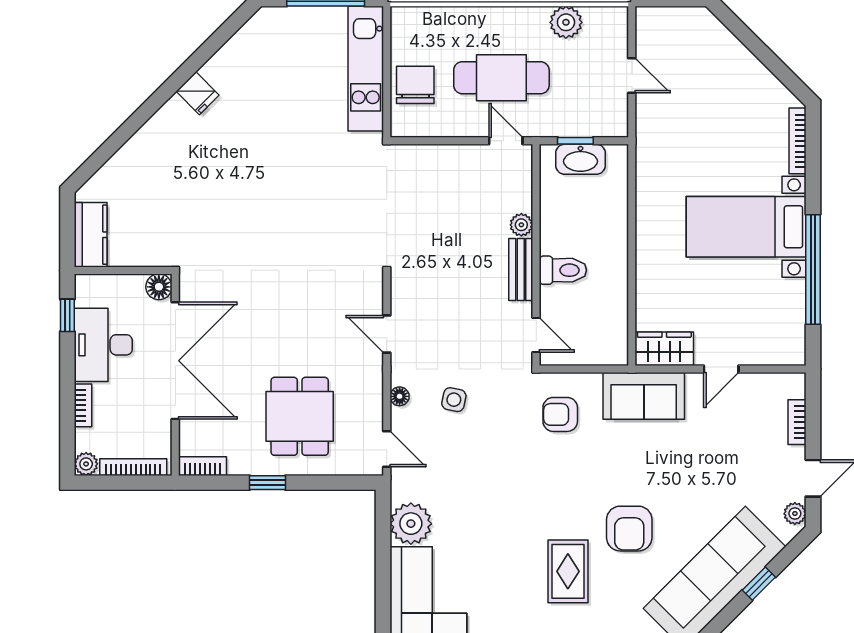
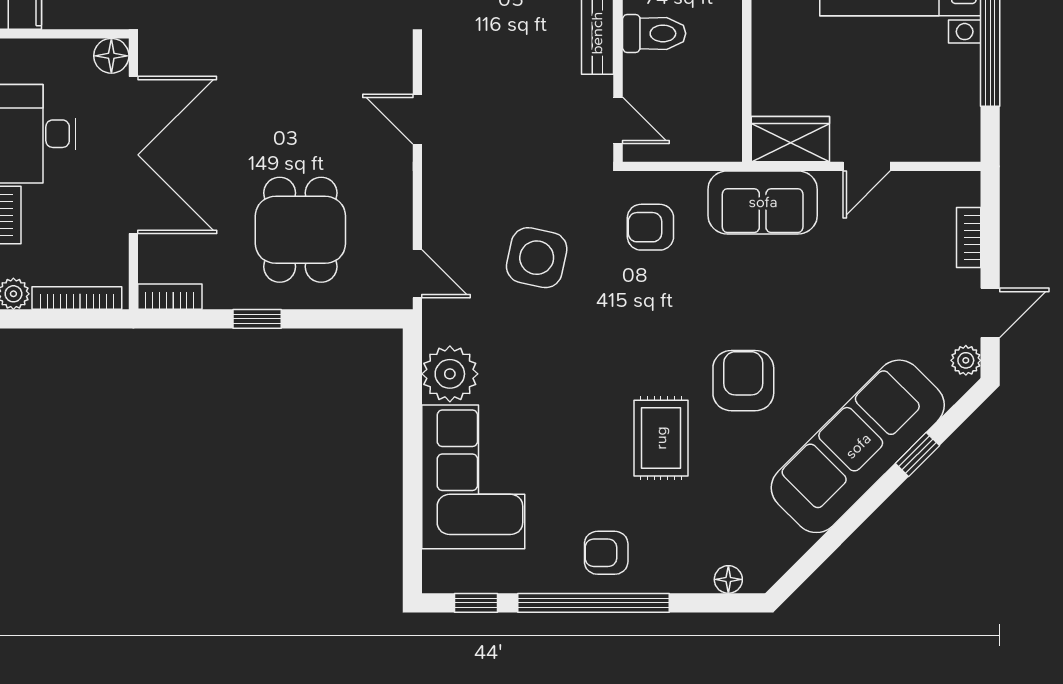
floor lamp: (400, 396) -> (435, 203), removed
side table: (454, 400) -> (537, 258), moved, width x1.87, depth x1.87
armchair: (629, 529) -> (743, 381), turned 180

